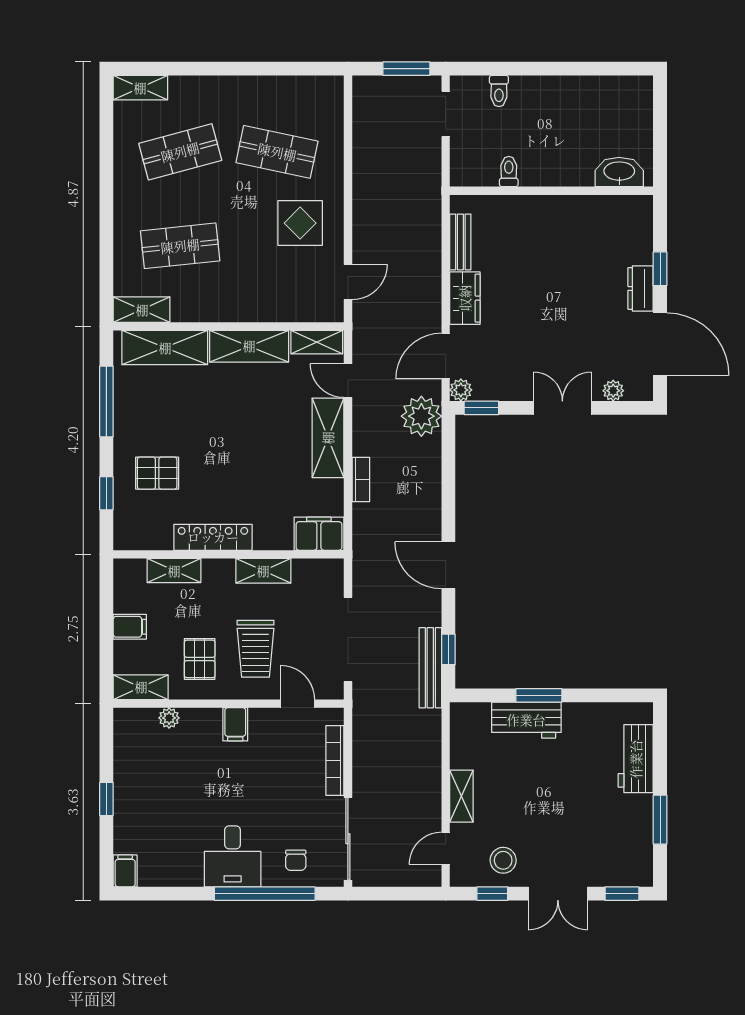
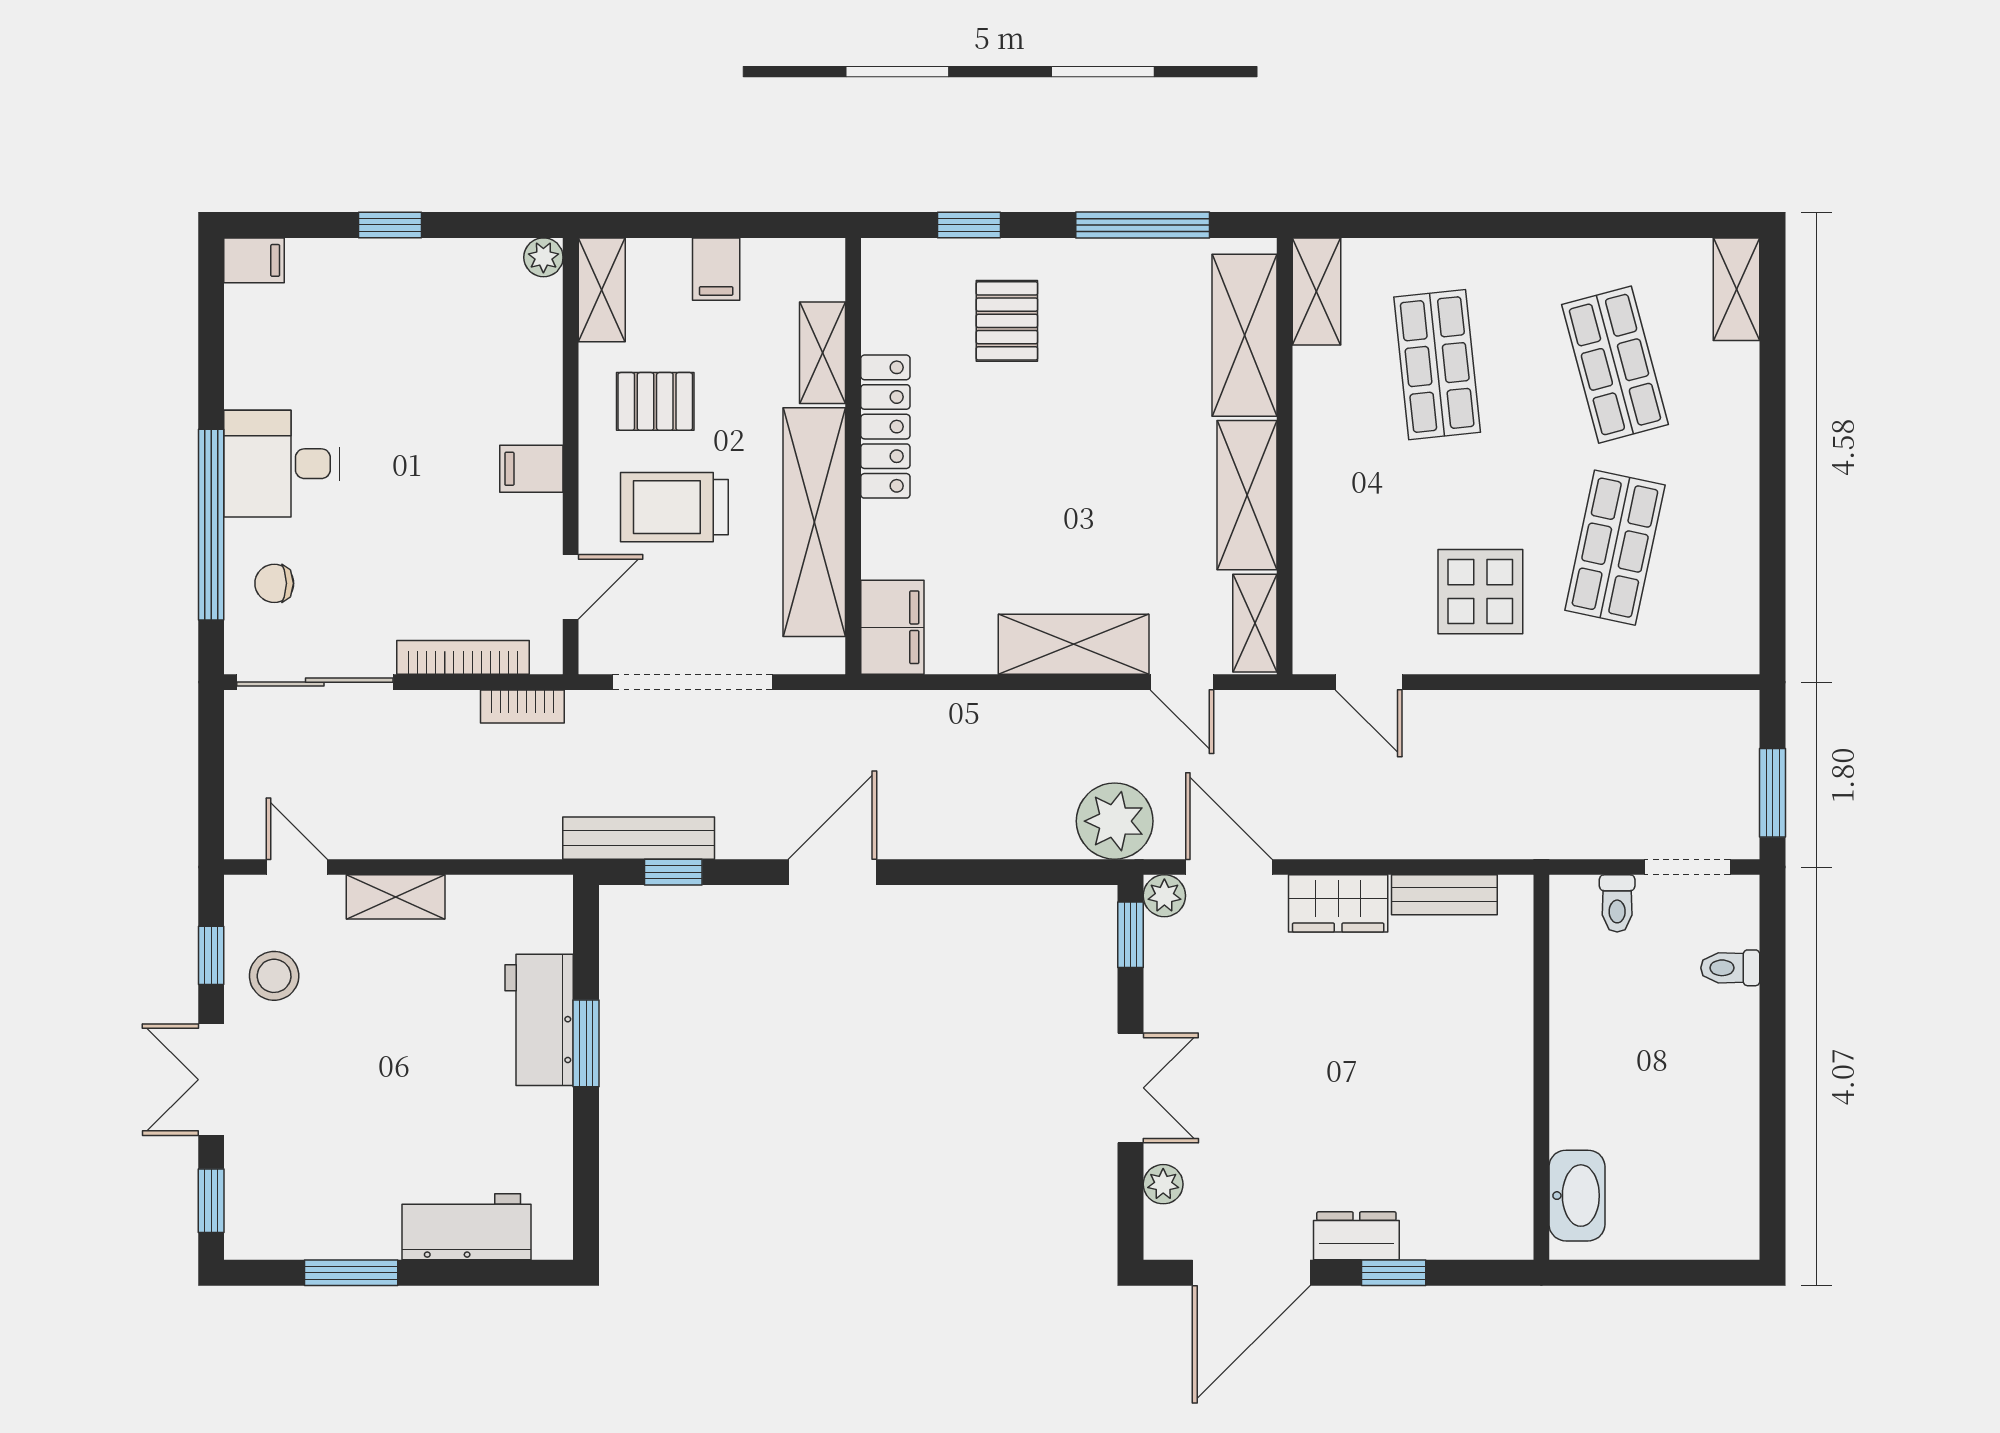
toilet: (509, 171) -> (1617, 903), moved, turned 90
door: (348, 381) -> (1182, 682), swing flipped
bookcase: (361, 480) -> (522, 707), moved
shelving: (263, 571) -> (814, 522), width x2.20, depth x1.33
plant: (169, 718) -> (543, 257), moved

